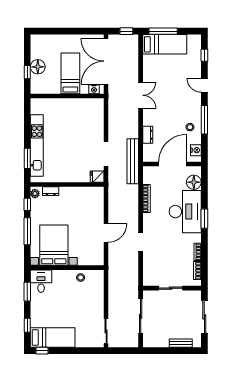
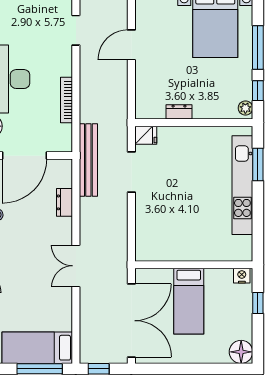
floor lamp: (38, 67) -> (241, 352), moved
nightstand: (94, 89) -> (242, 276), moved
dresser: (51, 191) -> (179, 112), moved

